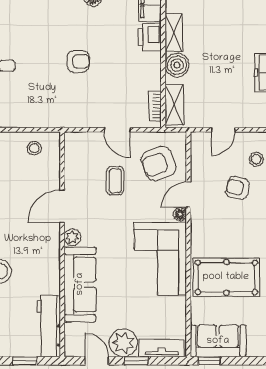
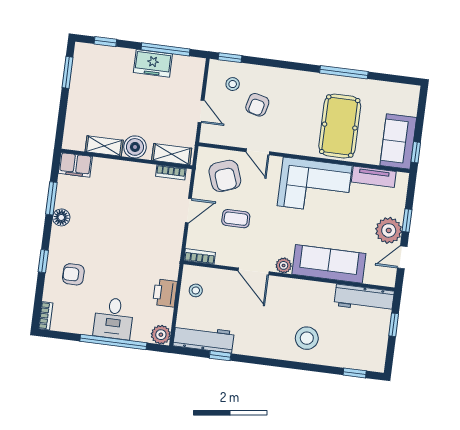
printer: (150, 37) -> (165, 293), moved, turned 90
armchair: (78, 61) -> (73, 274), moved, turned -90
bookcase: (71, 148) -> (200, 256), added
floor lamp: (180, 214) -> (275, 162), removed
tv unit: (162, 348) -> (374, 177), moved, turned -90

